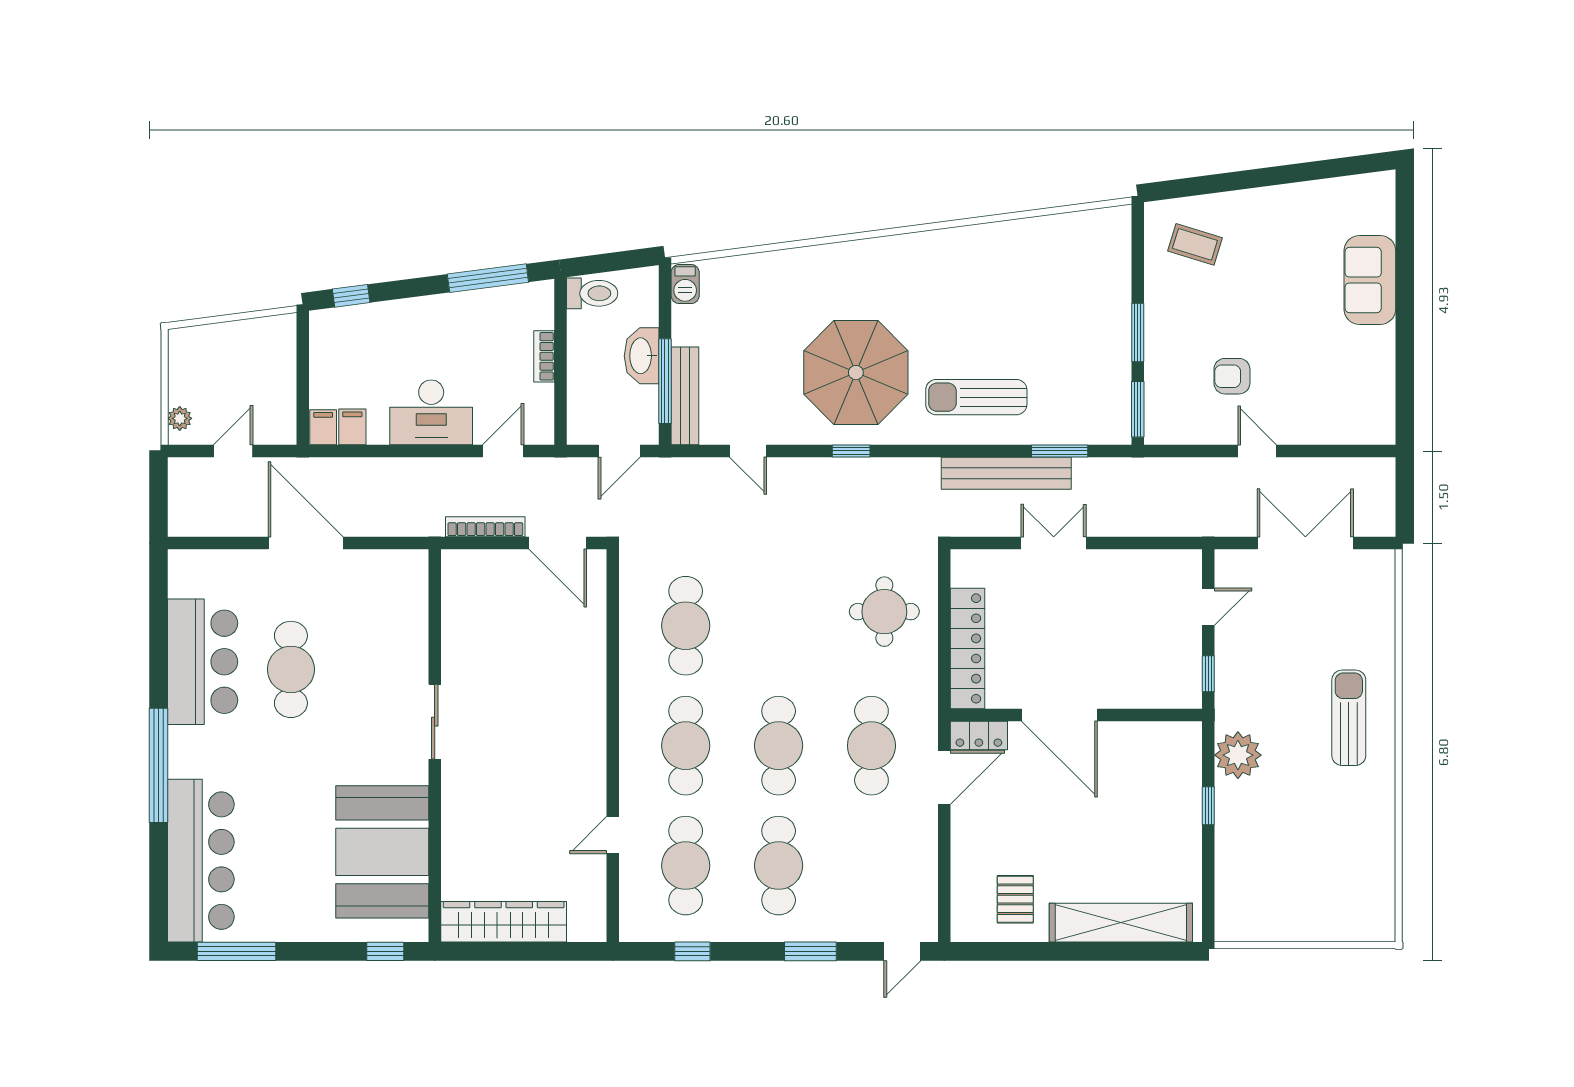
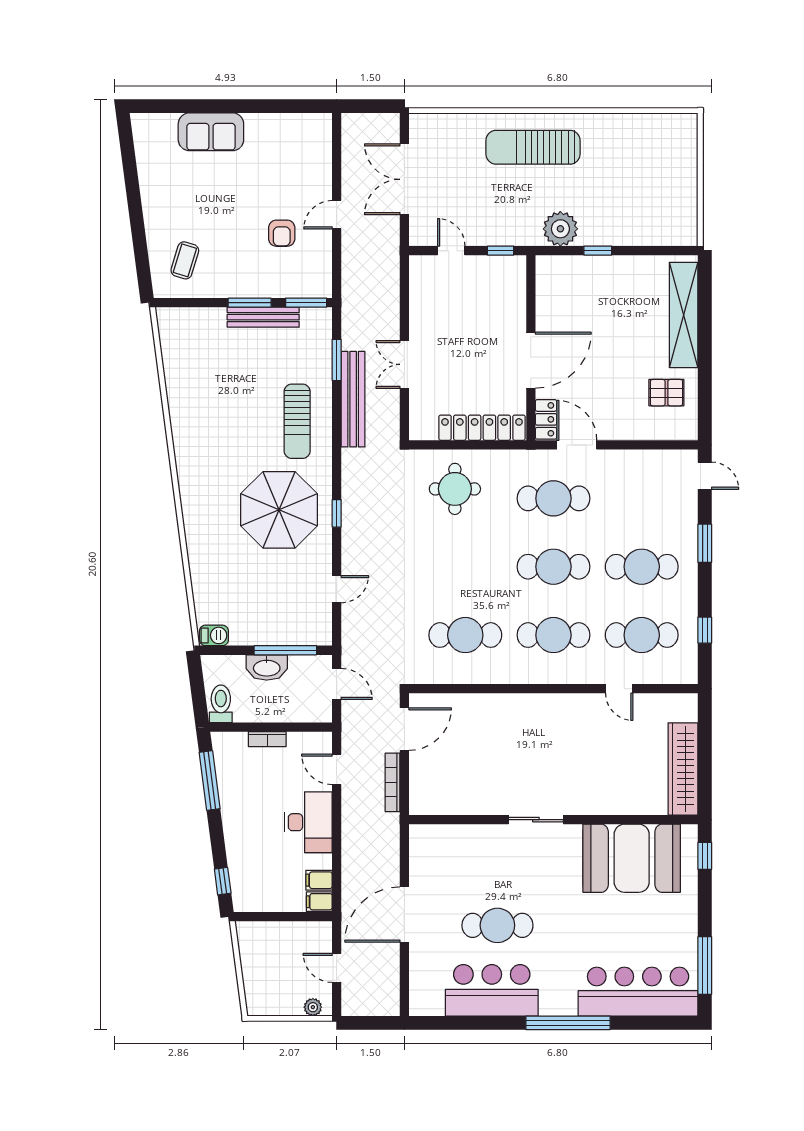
bench: (685, 396) -> (263, 317), moved
sun lounger: (1349, 718) -> (533, 147), width x1.36, depth x1.34

